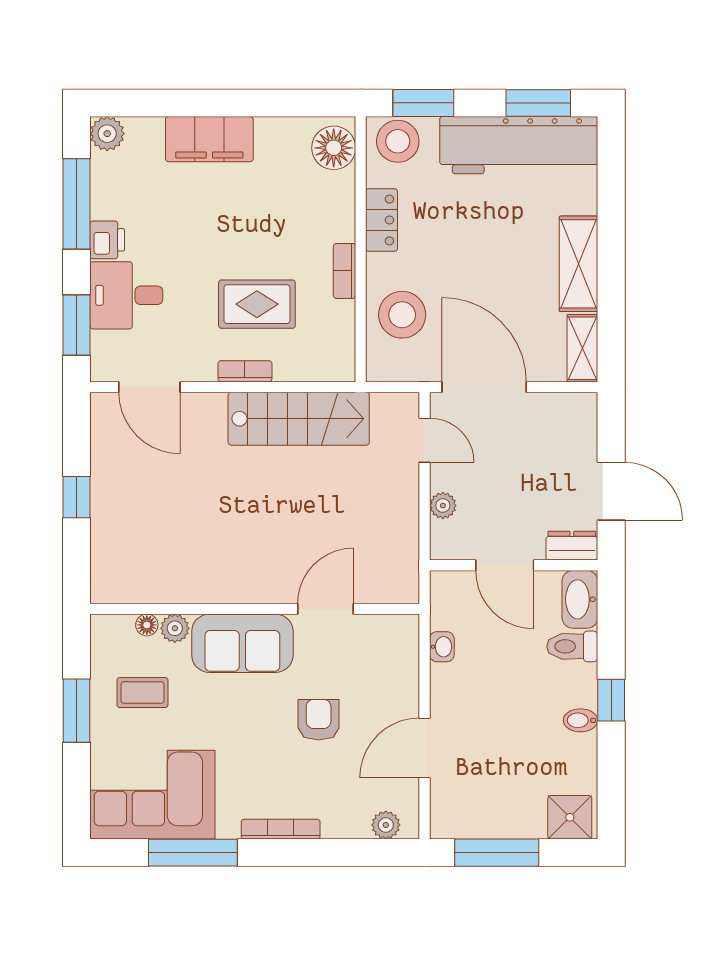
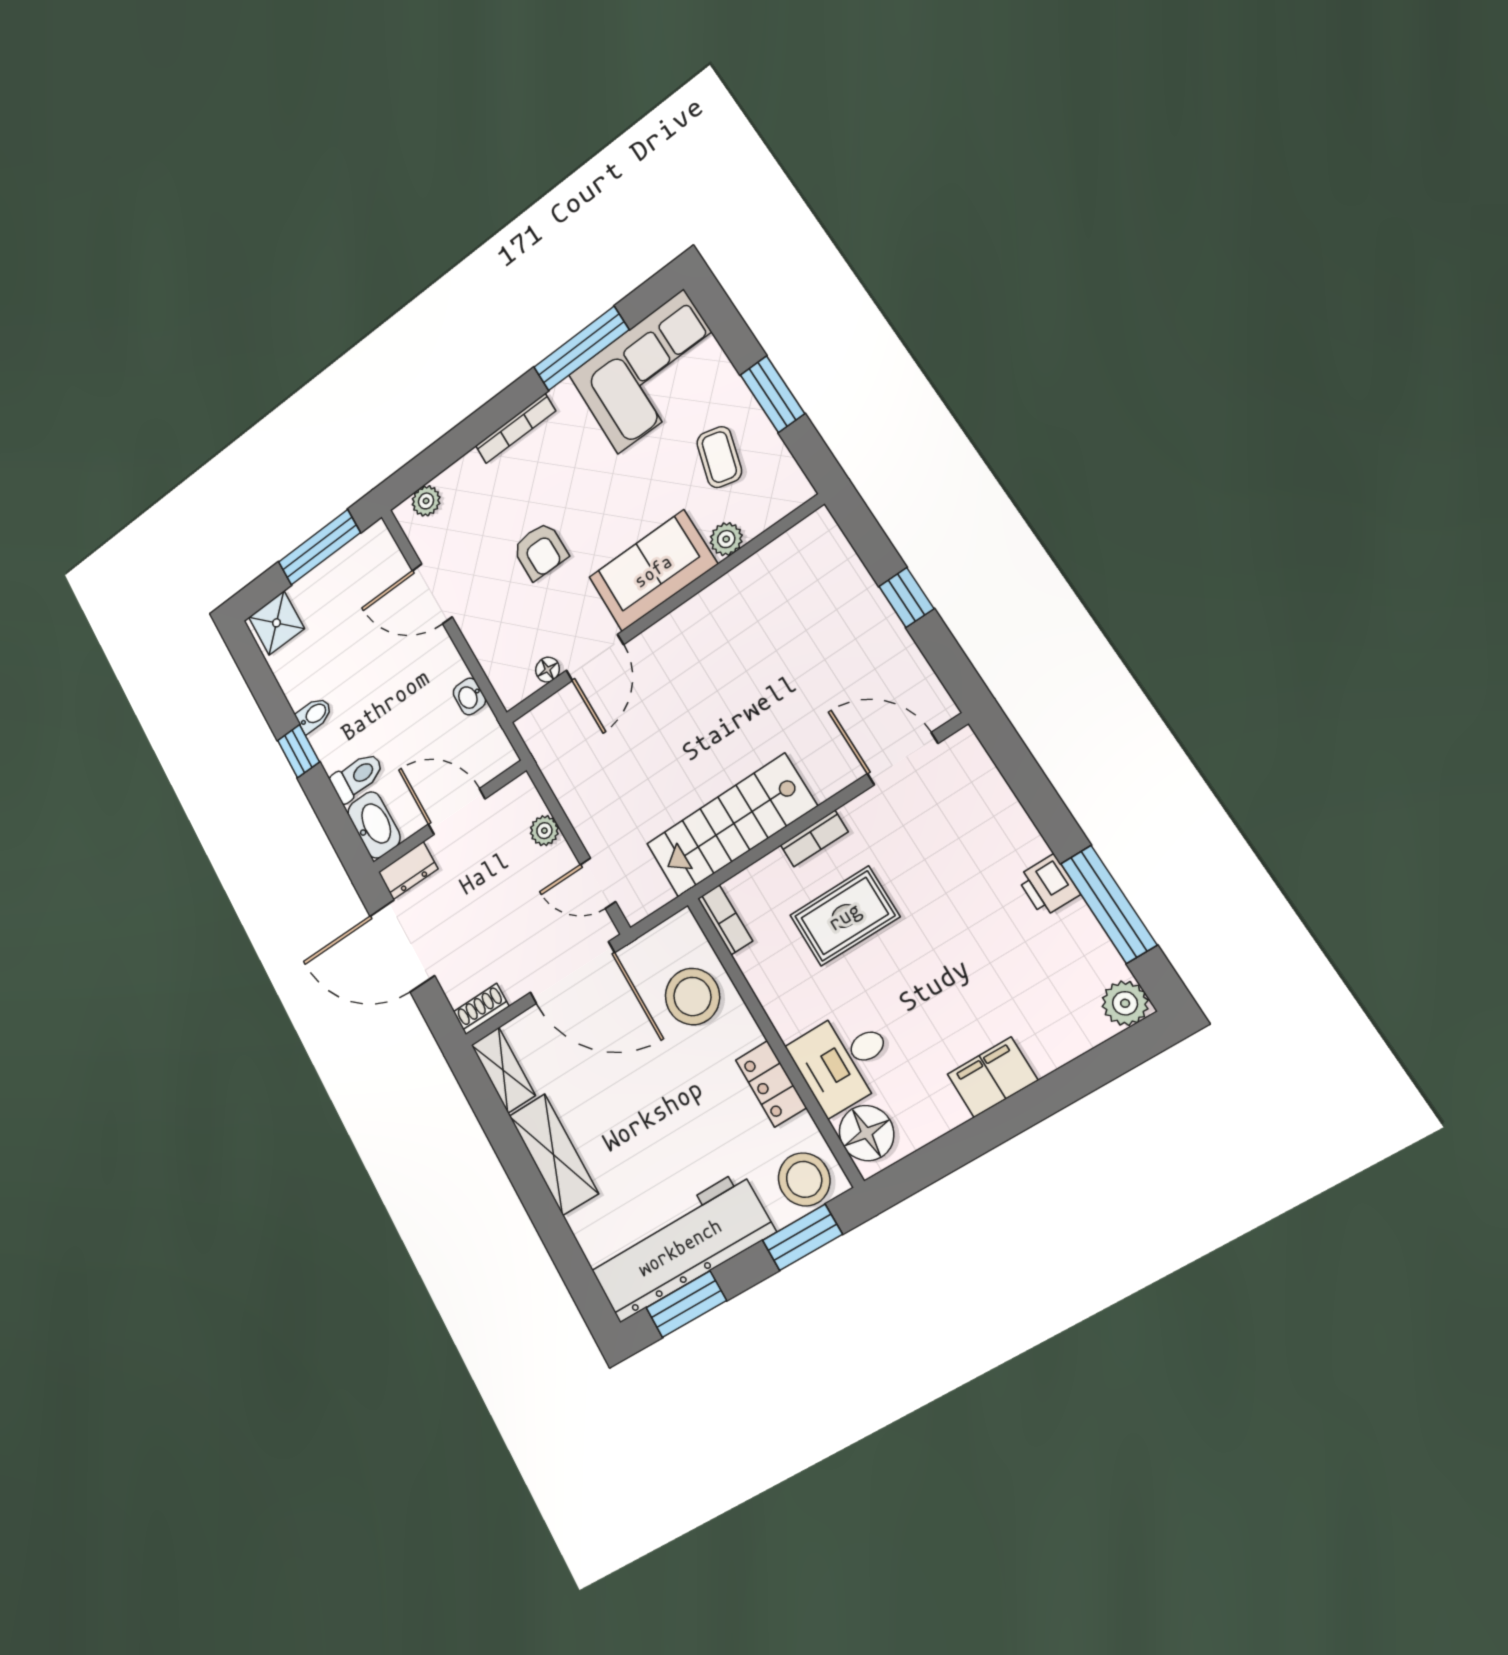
filing cabinet: (209, 139) -> (993, 1077), width x0.67, depth x0.86
bookcase: (345, 271) -> (725, 920), moved
desk: (126, 295) -> (844, 1060), moved, turned 180
window: (77, 325) -> (1022, 773), removed
shoe rack: (573, 404) -> (481, 1009), added
door: (611, 491) -> (402, 946), width x1.36
floor lamp: (147, 625) -> (548, 670), moved
coffee table: (142, 693) -> (719, 457), turned -75
door: (424, 748) -> (432, 594), swing flipped

